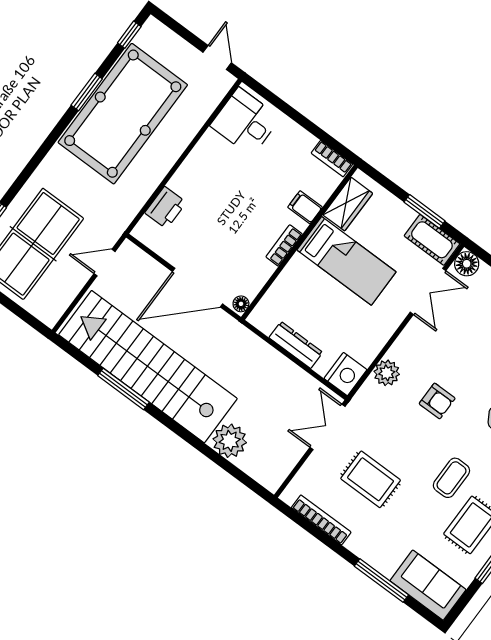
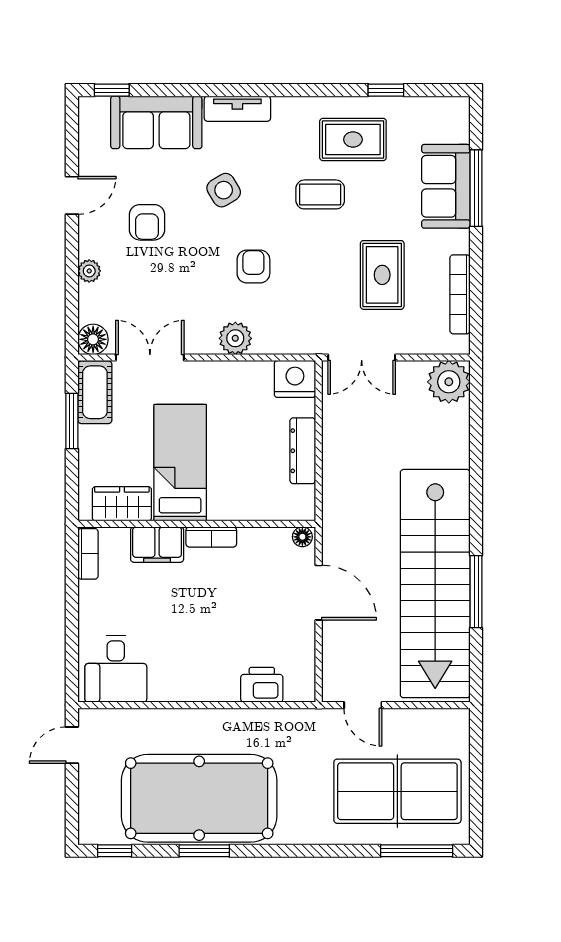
filing cabinet: (305, 207) -> (157, 545), width x2.00
door: (198, 288) -> (319, 593), width x0.73
plant: (387, 373) -> (235, 338), moved
plant: (230, 441) -> (449, 382), moved
sofa: (428, 585) -> (446, 186), moved

